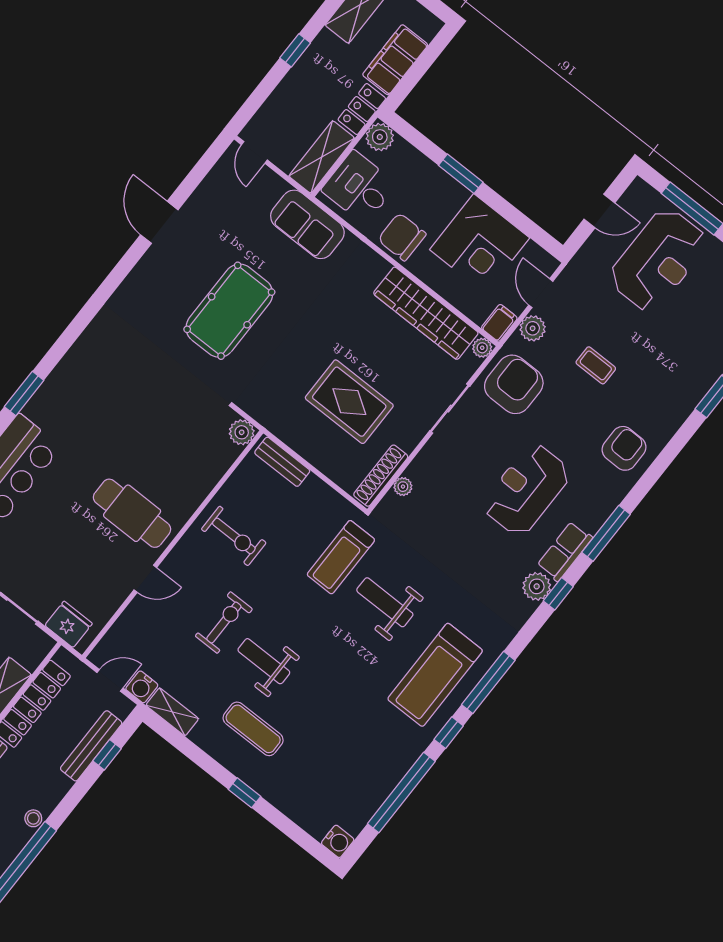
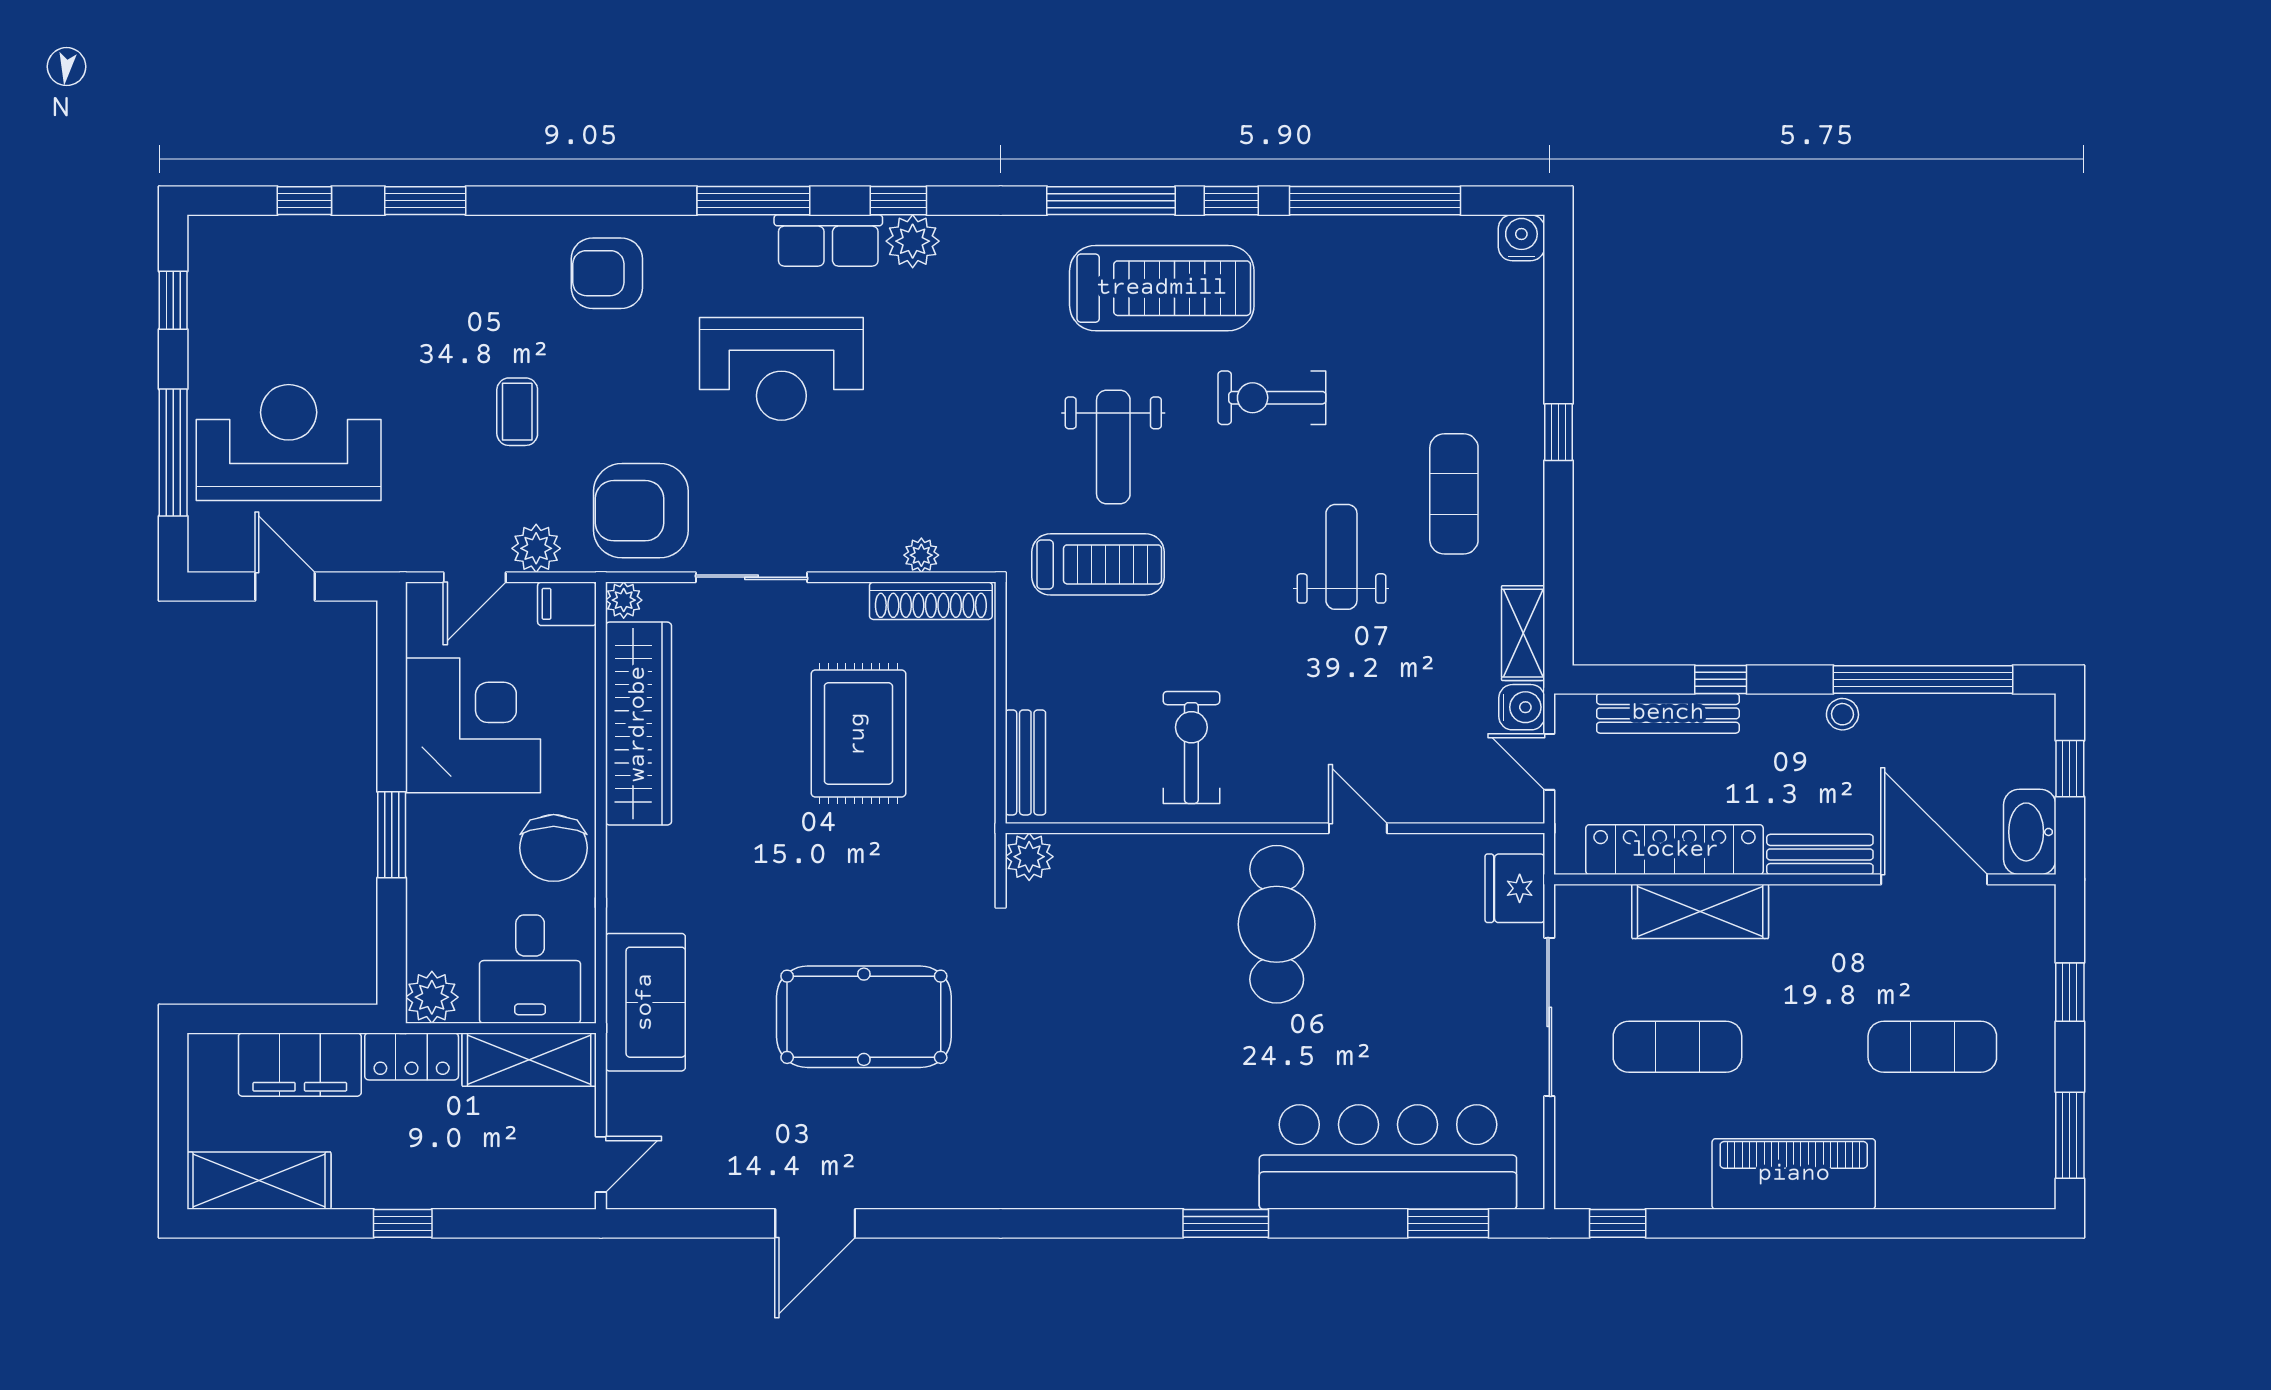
exercise bike: (224, 622) -> (1272, 398), moved
weight bench: (264, 661) -> (1341, 557), turned 180
window: (107, 755) -> (1721, 679), moved

